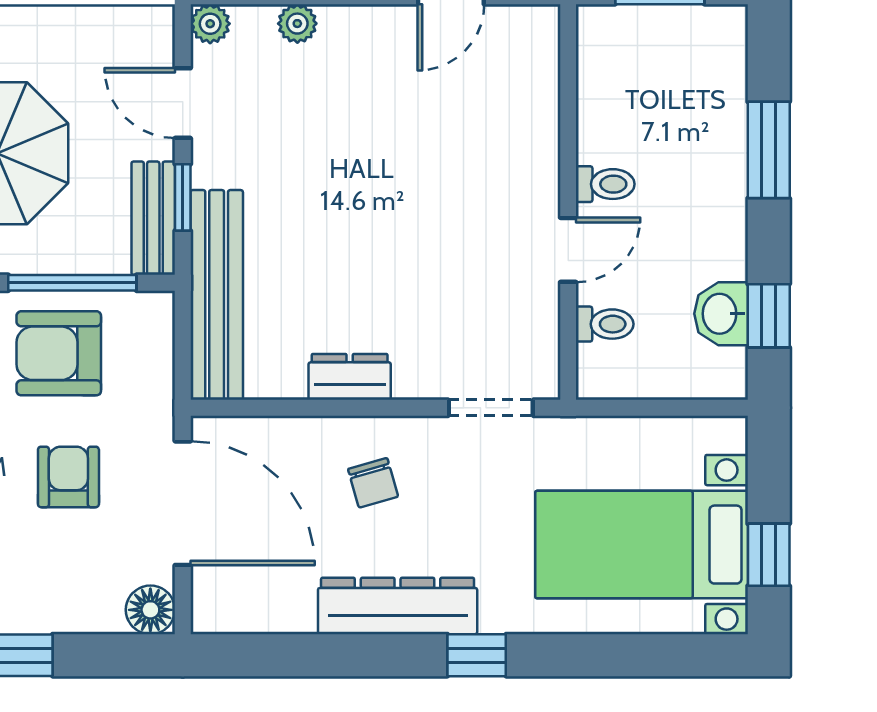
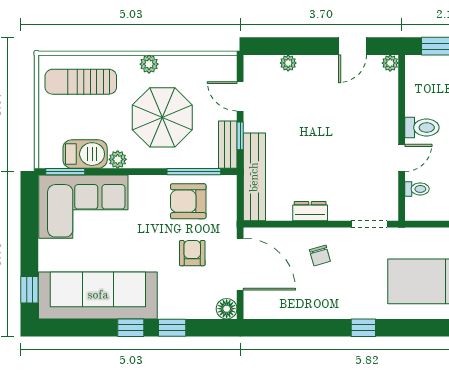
plant: (210, 24) -> (390, 63), moved
toilet: (605, 184) -> (422, 128), width x1.37, depth x1.39
dresser: (398, 606) -> (330, 307), removed

